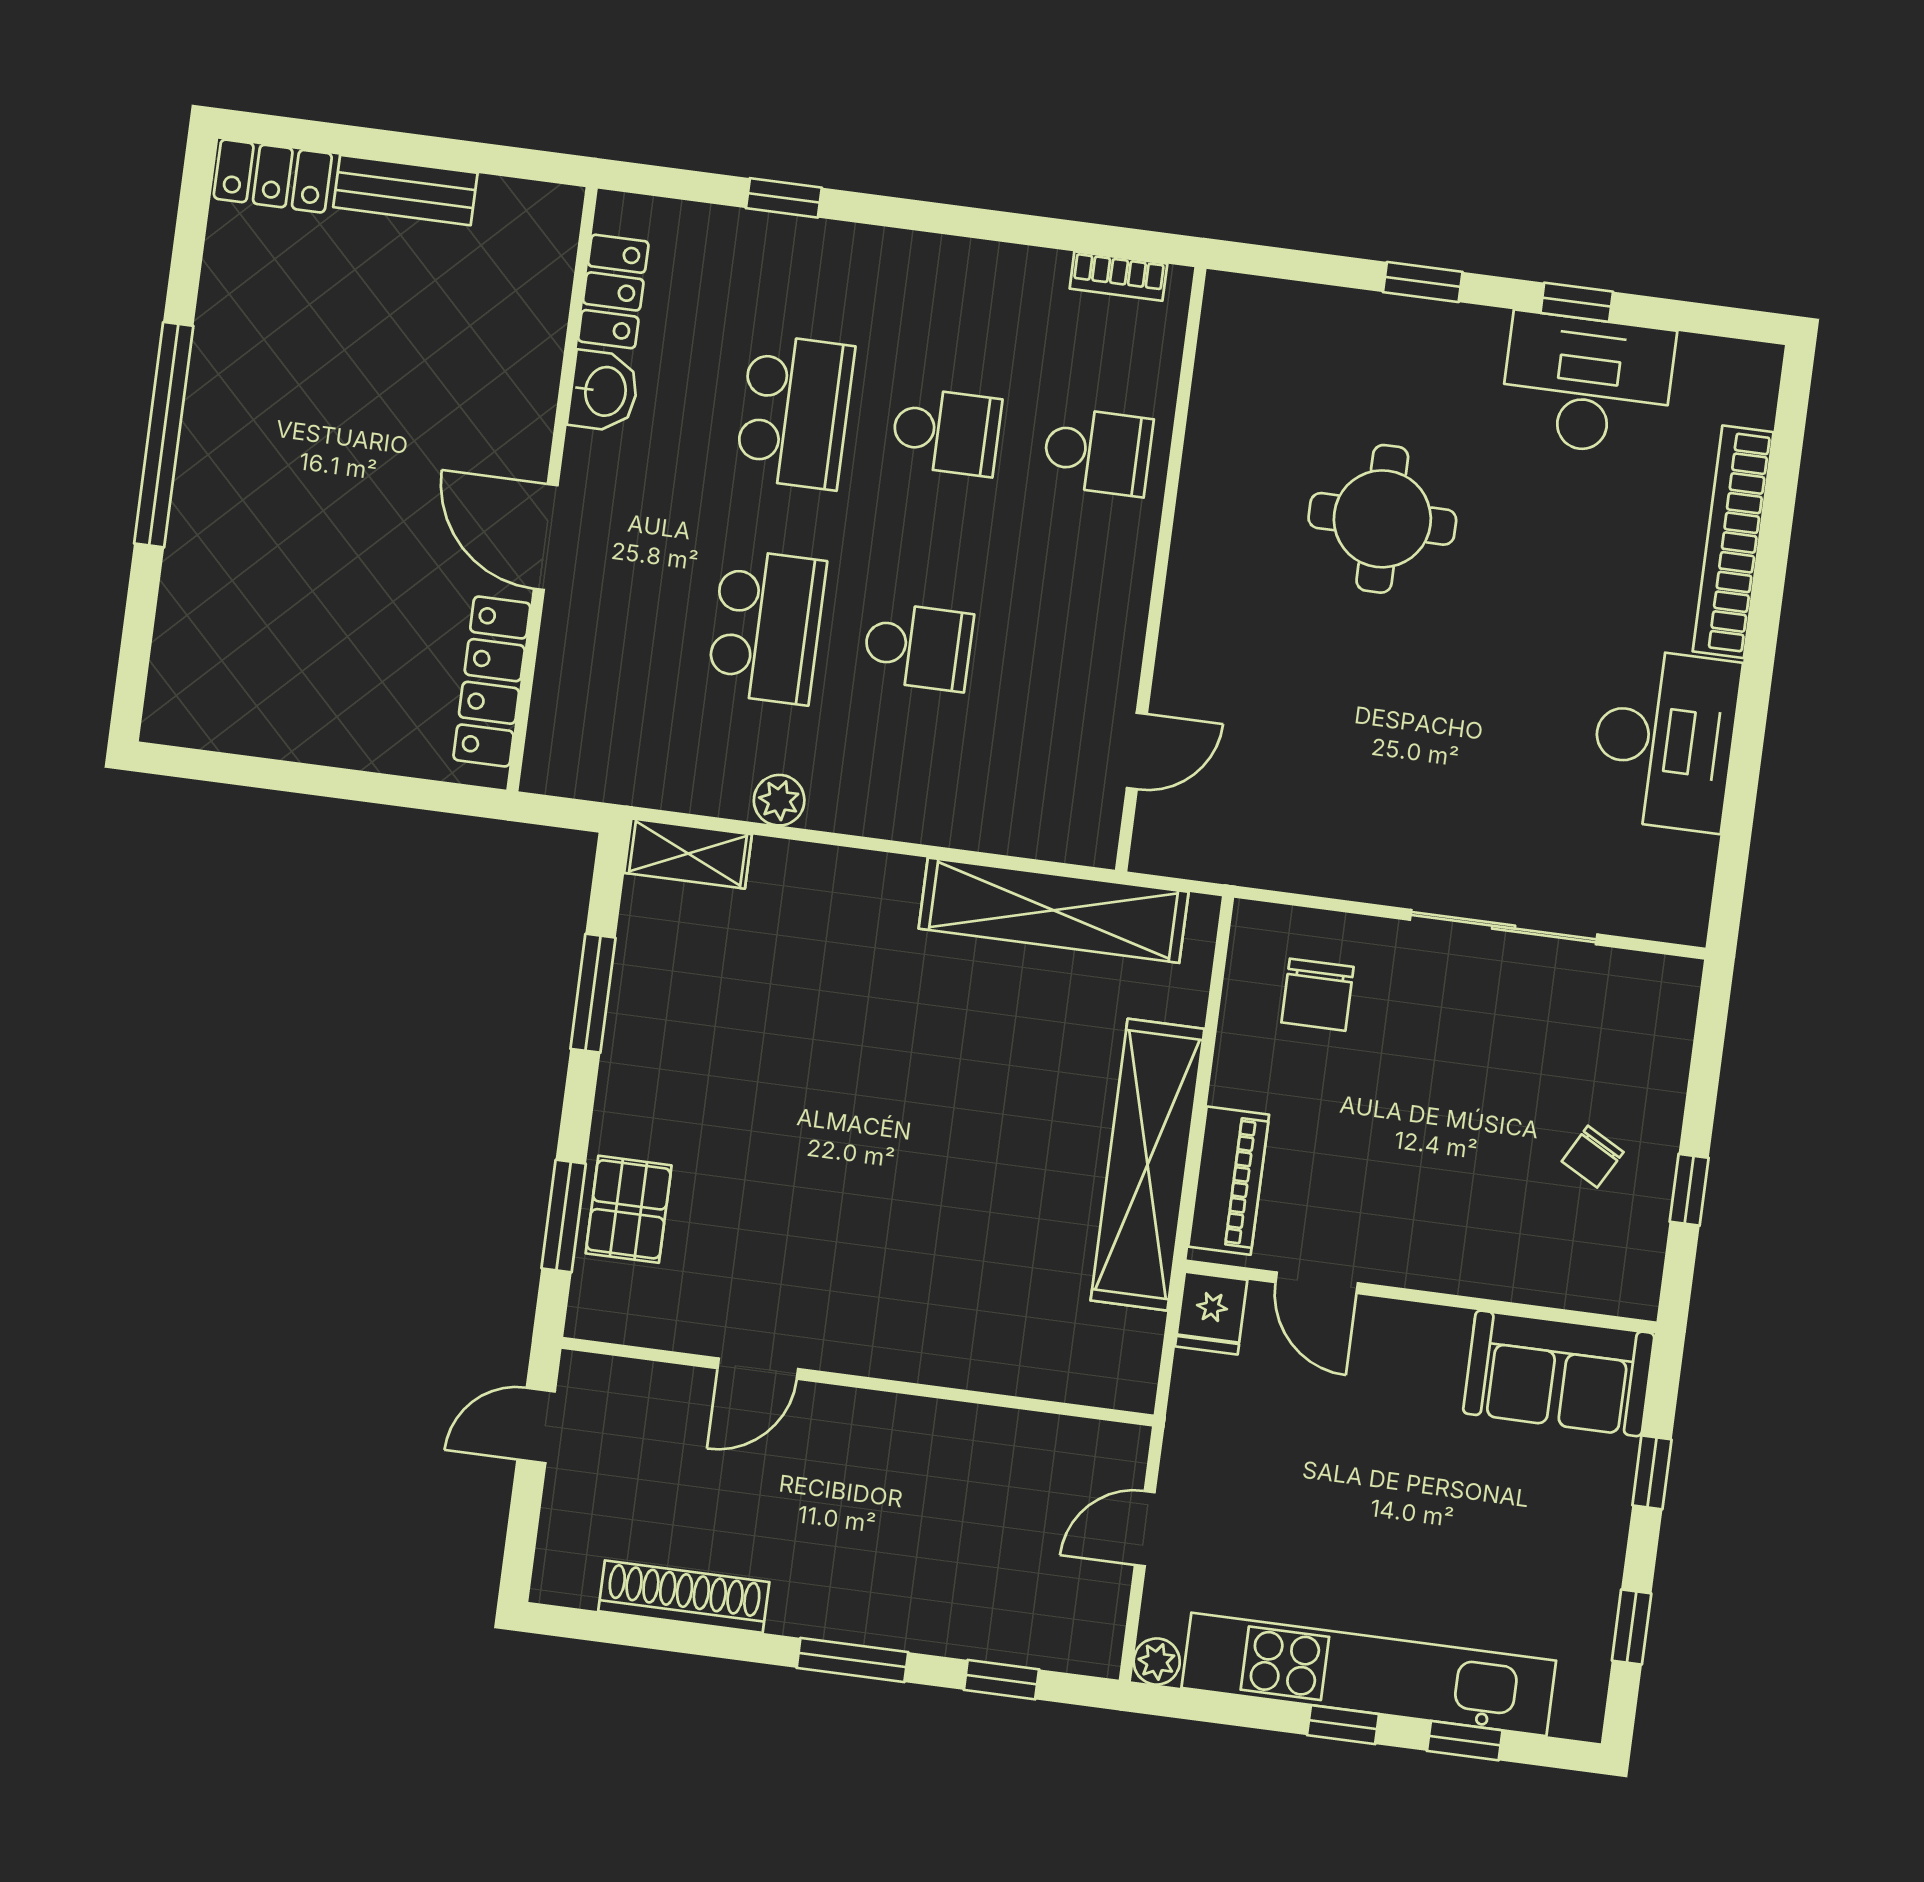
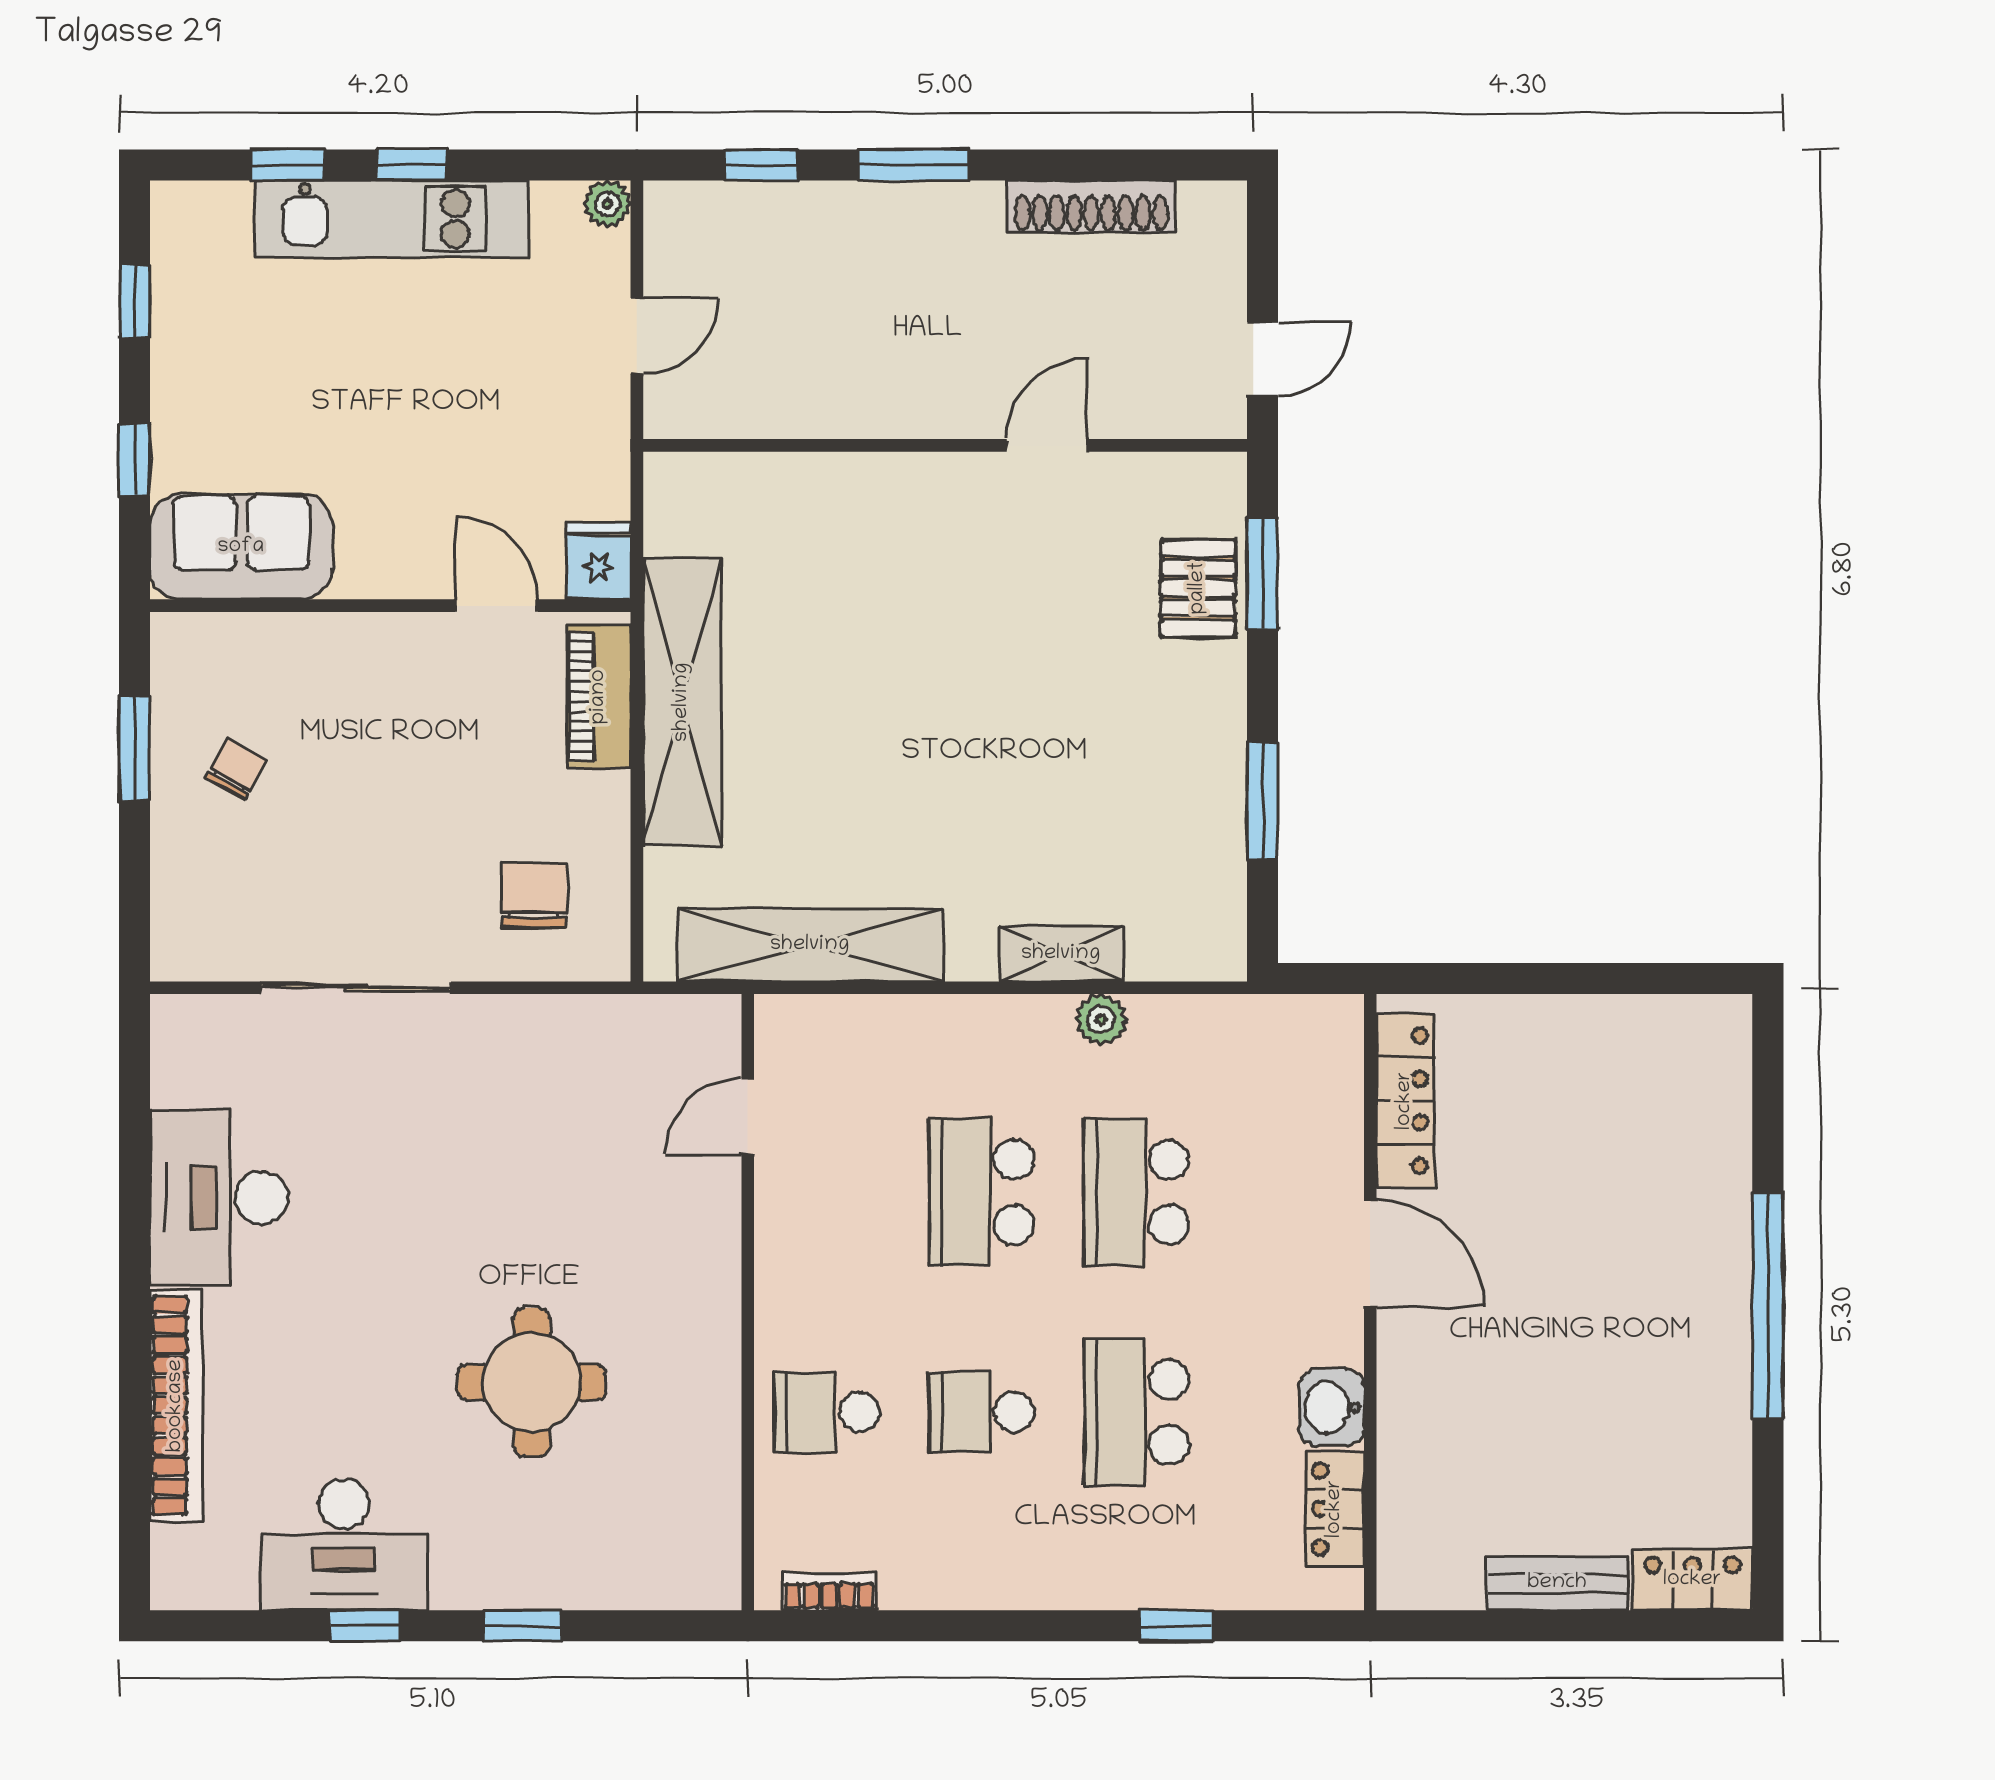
school desk: (918, 647) -> (982, 1192), width x1.85
shelving: (688, 854) -> (1061, 954), moved
window: (1689, 1190) -> (135, 748), width x1.50
kitchen unit: (1369, 1674) -> (392, 219), width x0.73

